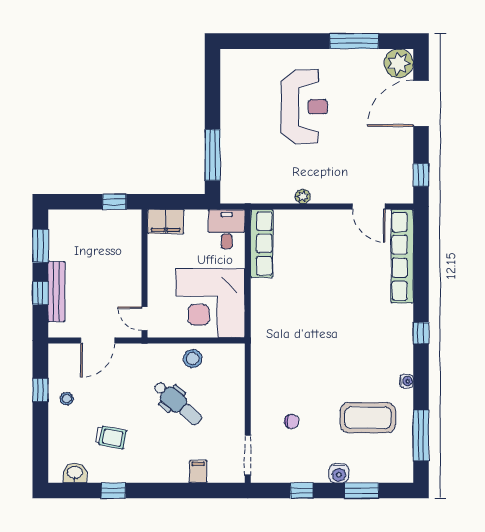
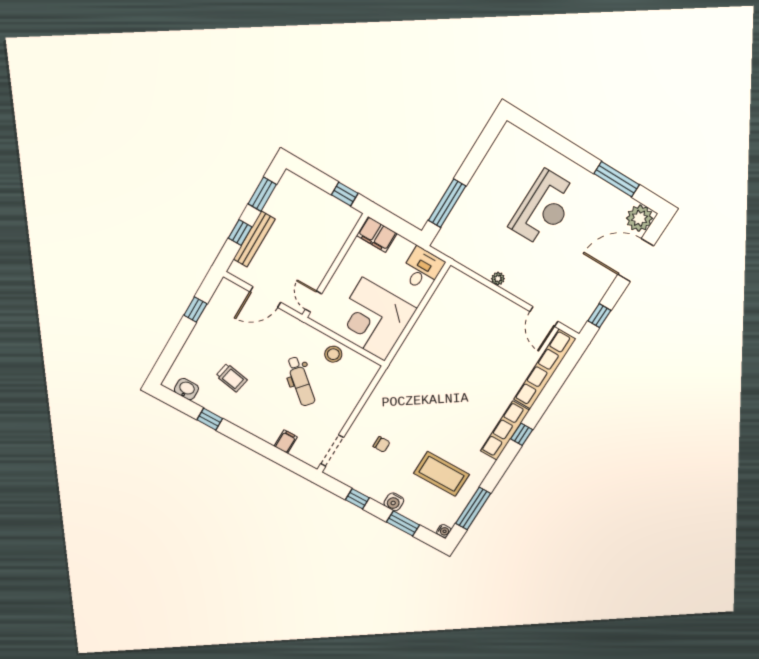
row of seats: (262, 243) -> (505, 431), moved, turned 180
water cooler: (406, 381) -> (444, 531), moved
stool: (67, 399) -> (213, 328), removed

